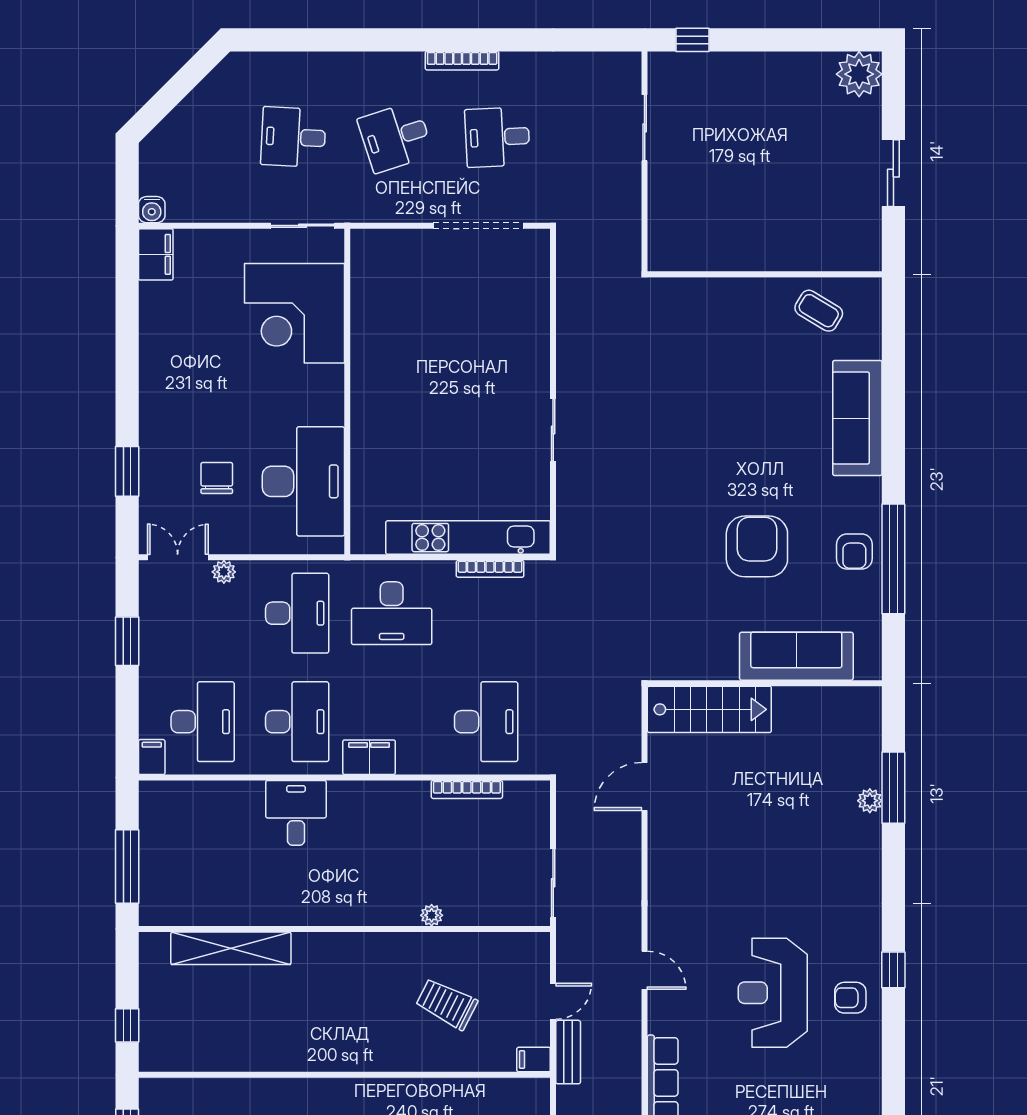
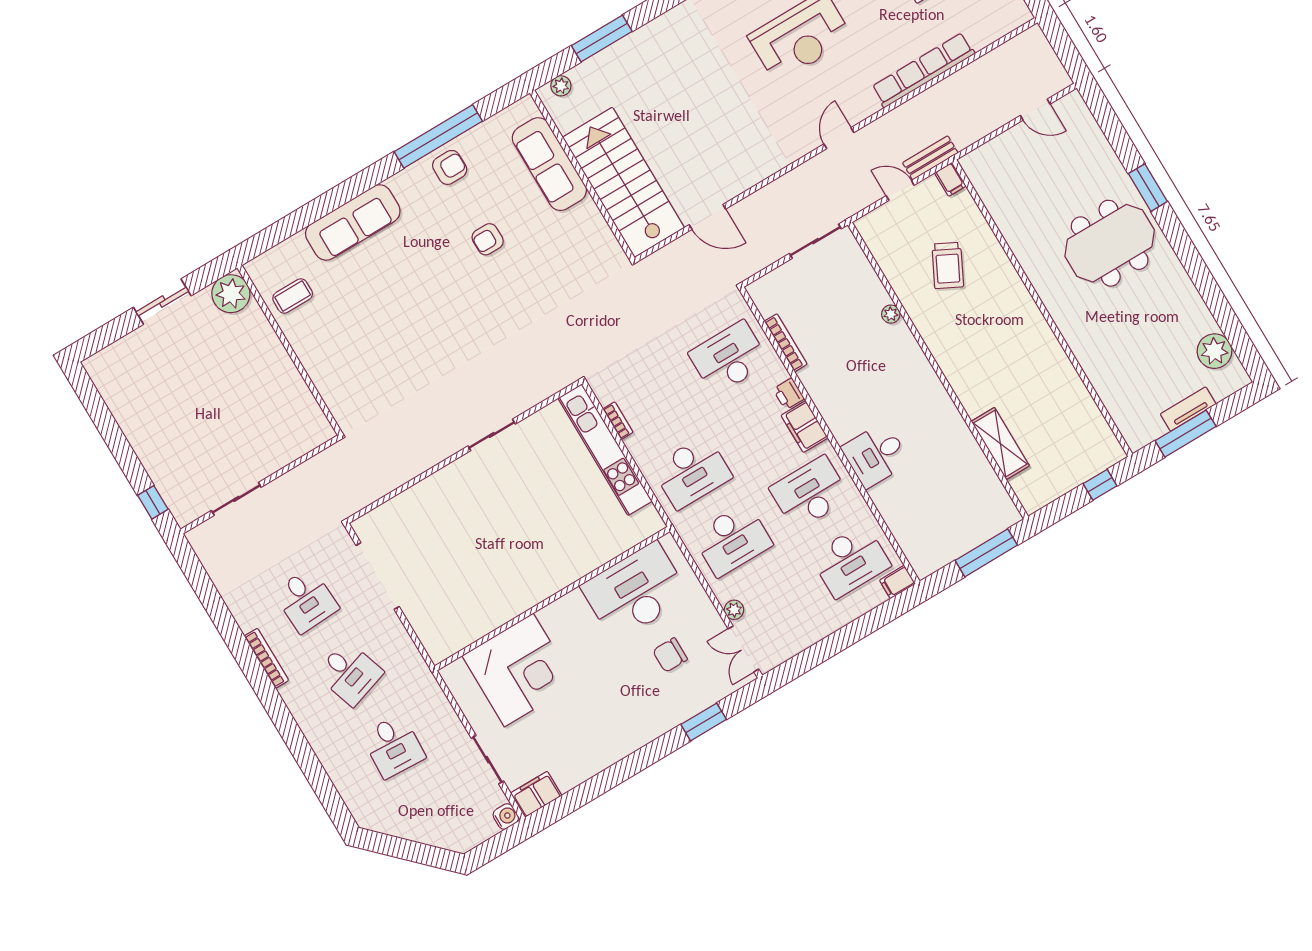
plant: (859, 74) -> (231, 294), moved
sliding door: (303, 226) -> (487, 760), moved
coffee table: (819, 311) -> (293, 296), turned 59
armchair: (757, 546) -> (488, 239), width x0.53, depth x0.53
bookcase: (490, 569) -> (618, 421), width x0.64
desk: (297, 613) -> (732, 540), turned 180
desk: (392, 613) -> (692, 472), turned 90
window: (127, 641) -> (825, 649), removed
stairs: (709, 709) -> (623, 182), width x1.36, depth x1.51
desk: (203, 722) -> (850, 561), turned 180
printer: (412, 761) -> (789, 394), added
plant: (870, 801) -> (561, 86), moved
shelving: (231, 948) -> (1000, 444), width x0.68

